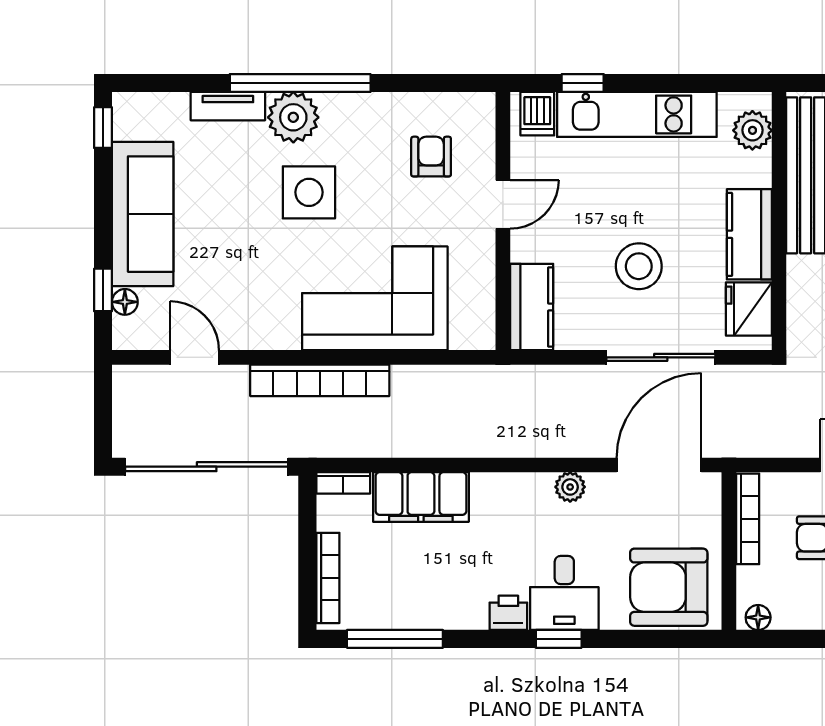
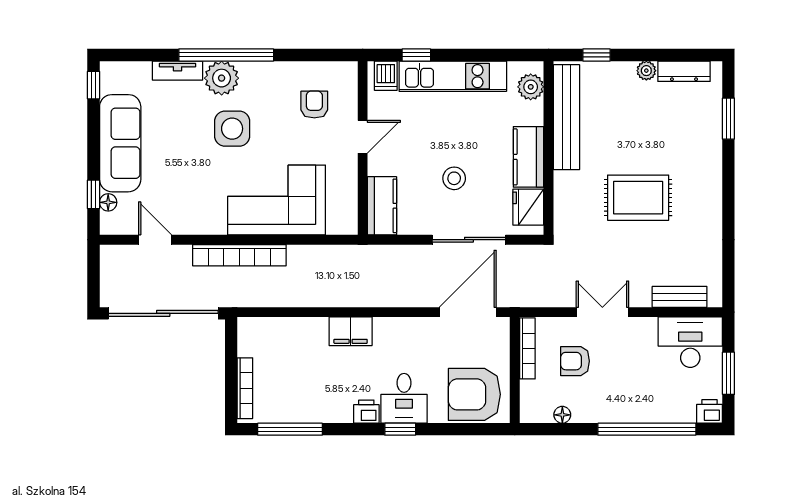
stool: (639, 266) -> (454, 178), width x0.73, depth x0.73
bookcase: (343, 483) -> (255, 324), removed
plant: (570, 487) -> (408, 327), removed
filing cabinet: (421, 497) -> (351, 331), moved, width x0.67, depth x0.86
floor lamp: (758, 617) -> (562, 415), moved

